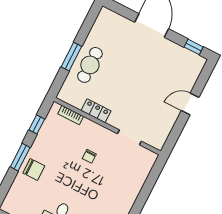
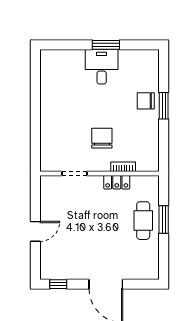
bookcase: (71, 115) -> (123, 167), moved
window: (37, 124) -> (164, 143), removed
chair: (89, 156) -> (102, 138), width x1.87, depth x1.87

